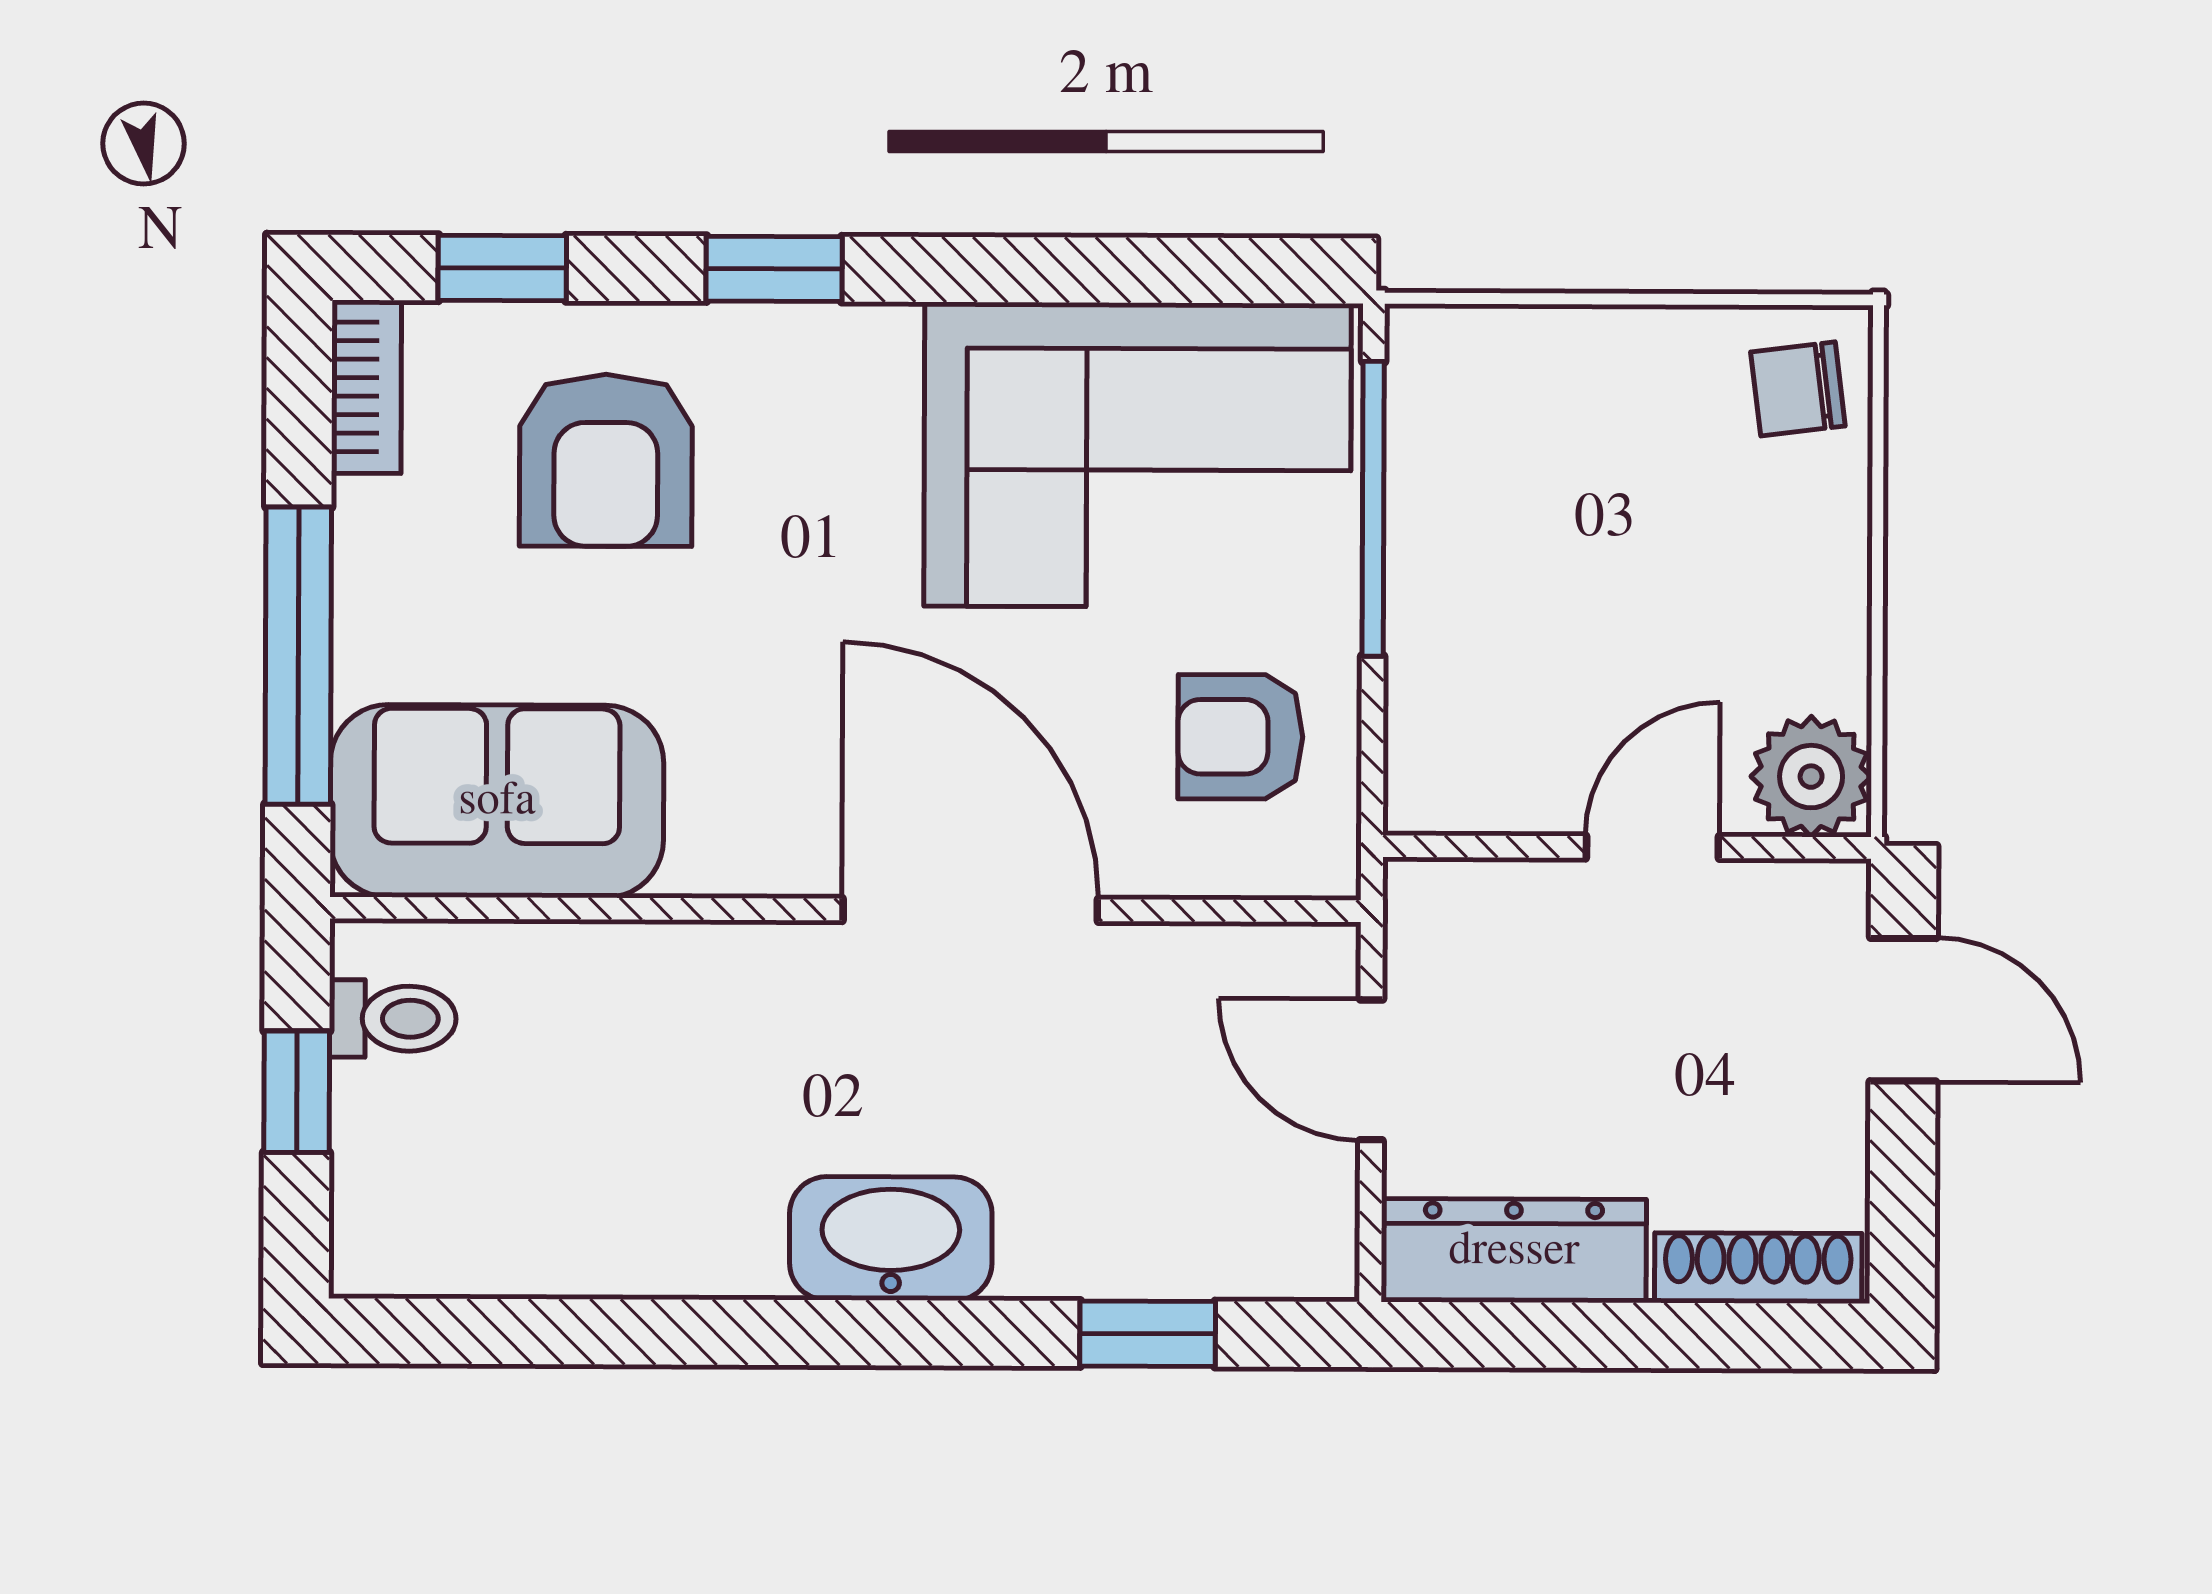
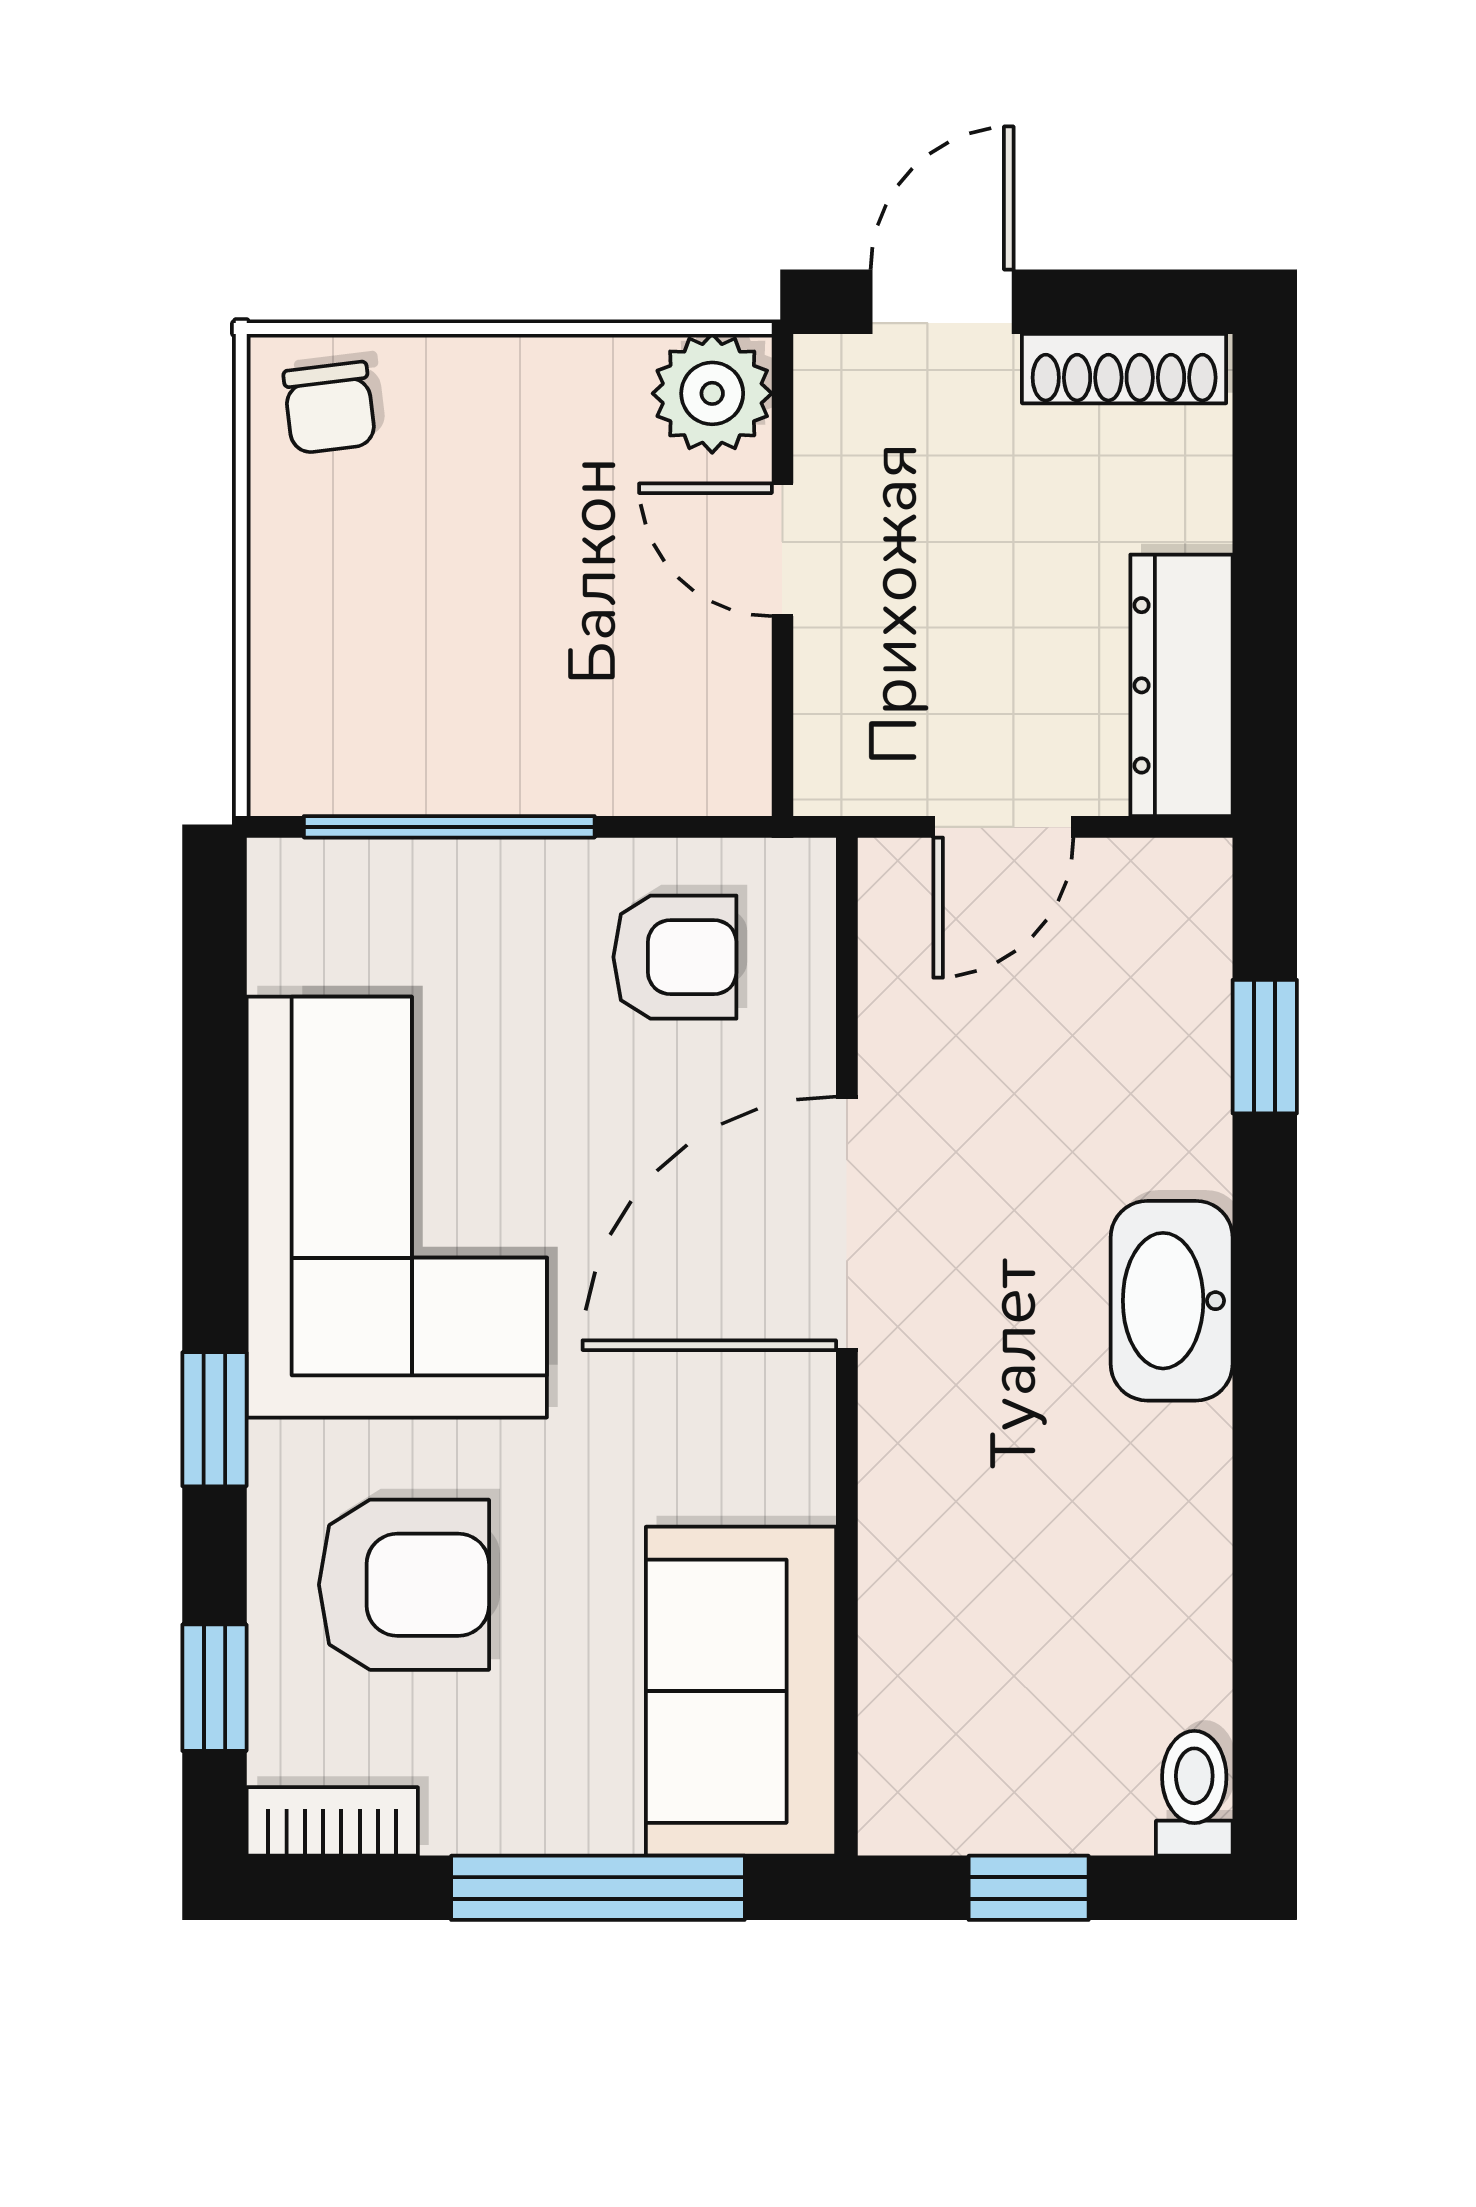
corner sofa: (1138, 455) -> (397, 1207), moved
armchair: (1240, 737) -> (675, 957), turned -90
toilet: (393, 1019) -> (1194, 1793), moved
shoe rack: (1758, 1268) -> (1124, 369), moved, turned -90

